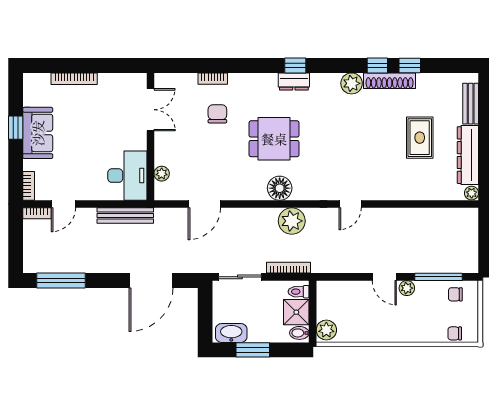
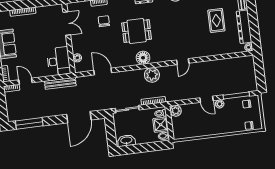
door: (63, 204) -> (25, 81), swing flipped
door: (204, 204) -> (103, 72), swing flipped
plant: (326, 330) -> (176, 111), moved
window: (253, 350) -> (139, 148), removed

